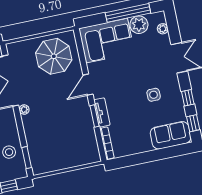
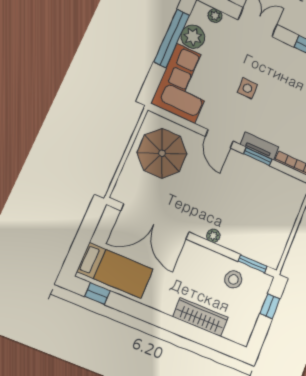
side table: (154, 95) -> (247, 88), moved
plant: (24, 110) -> (213, 236), moved

